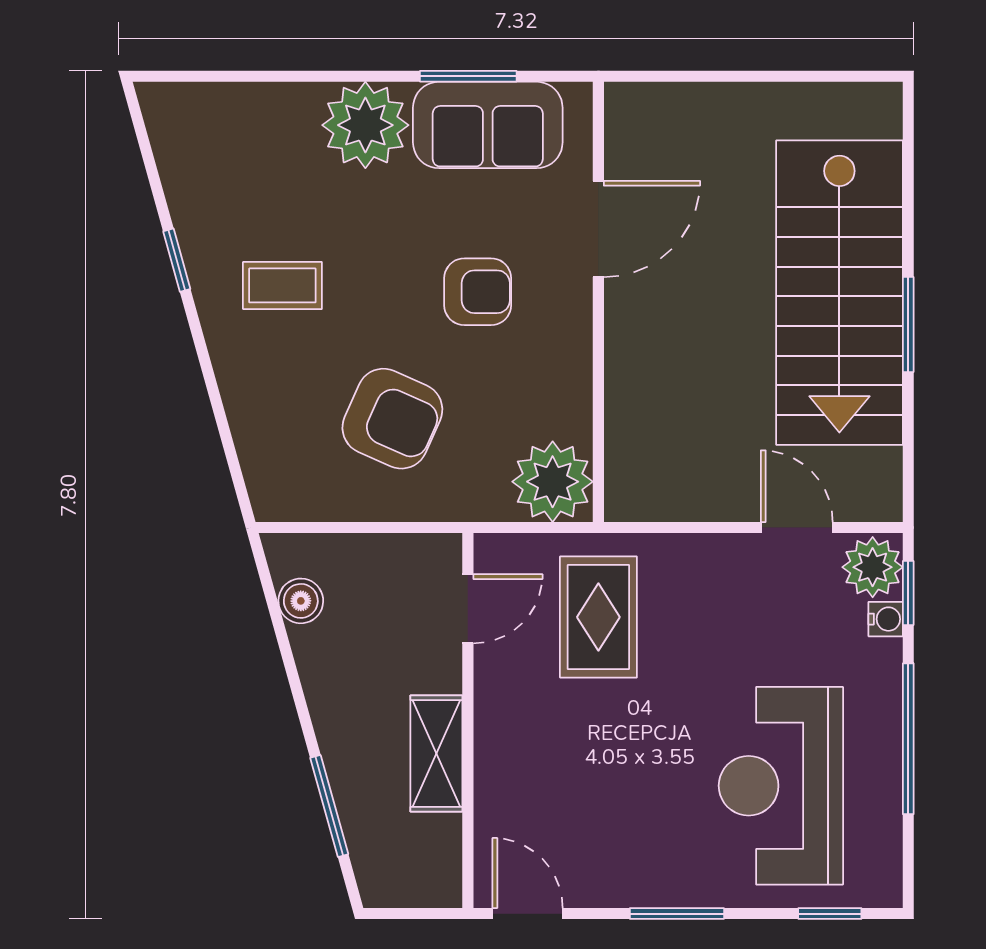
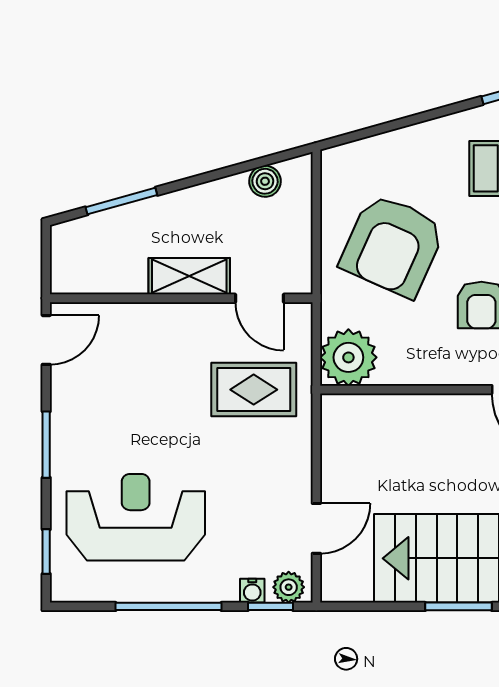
armchair: (392, 419) -> (393, 245), width x1.36, depth x1.36
plant: (873, 567) -> (289, 587), width x0.73, depth x0.73
shelving: (436, 754) -> (189, 276), moved

